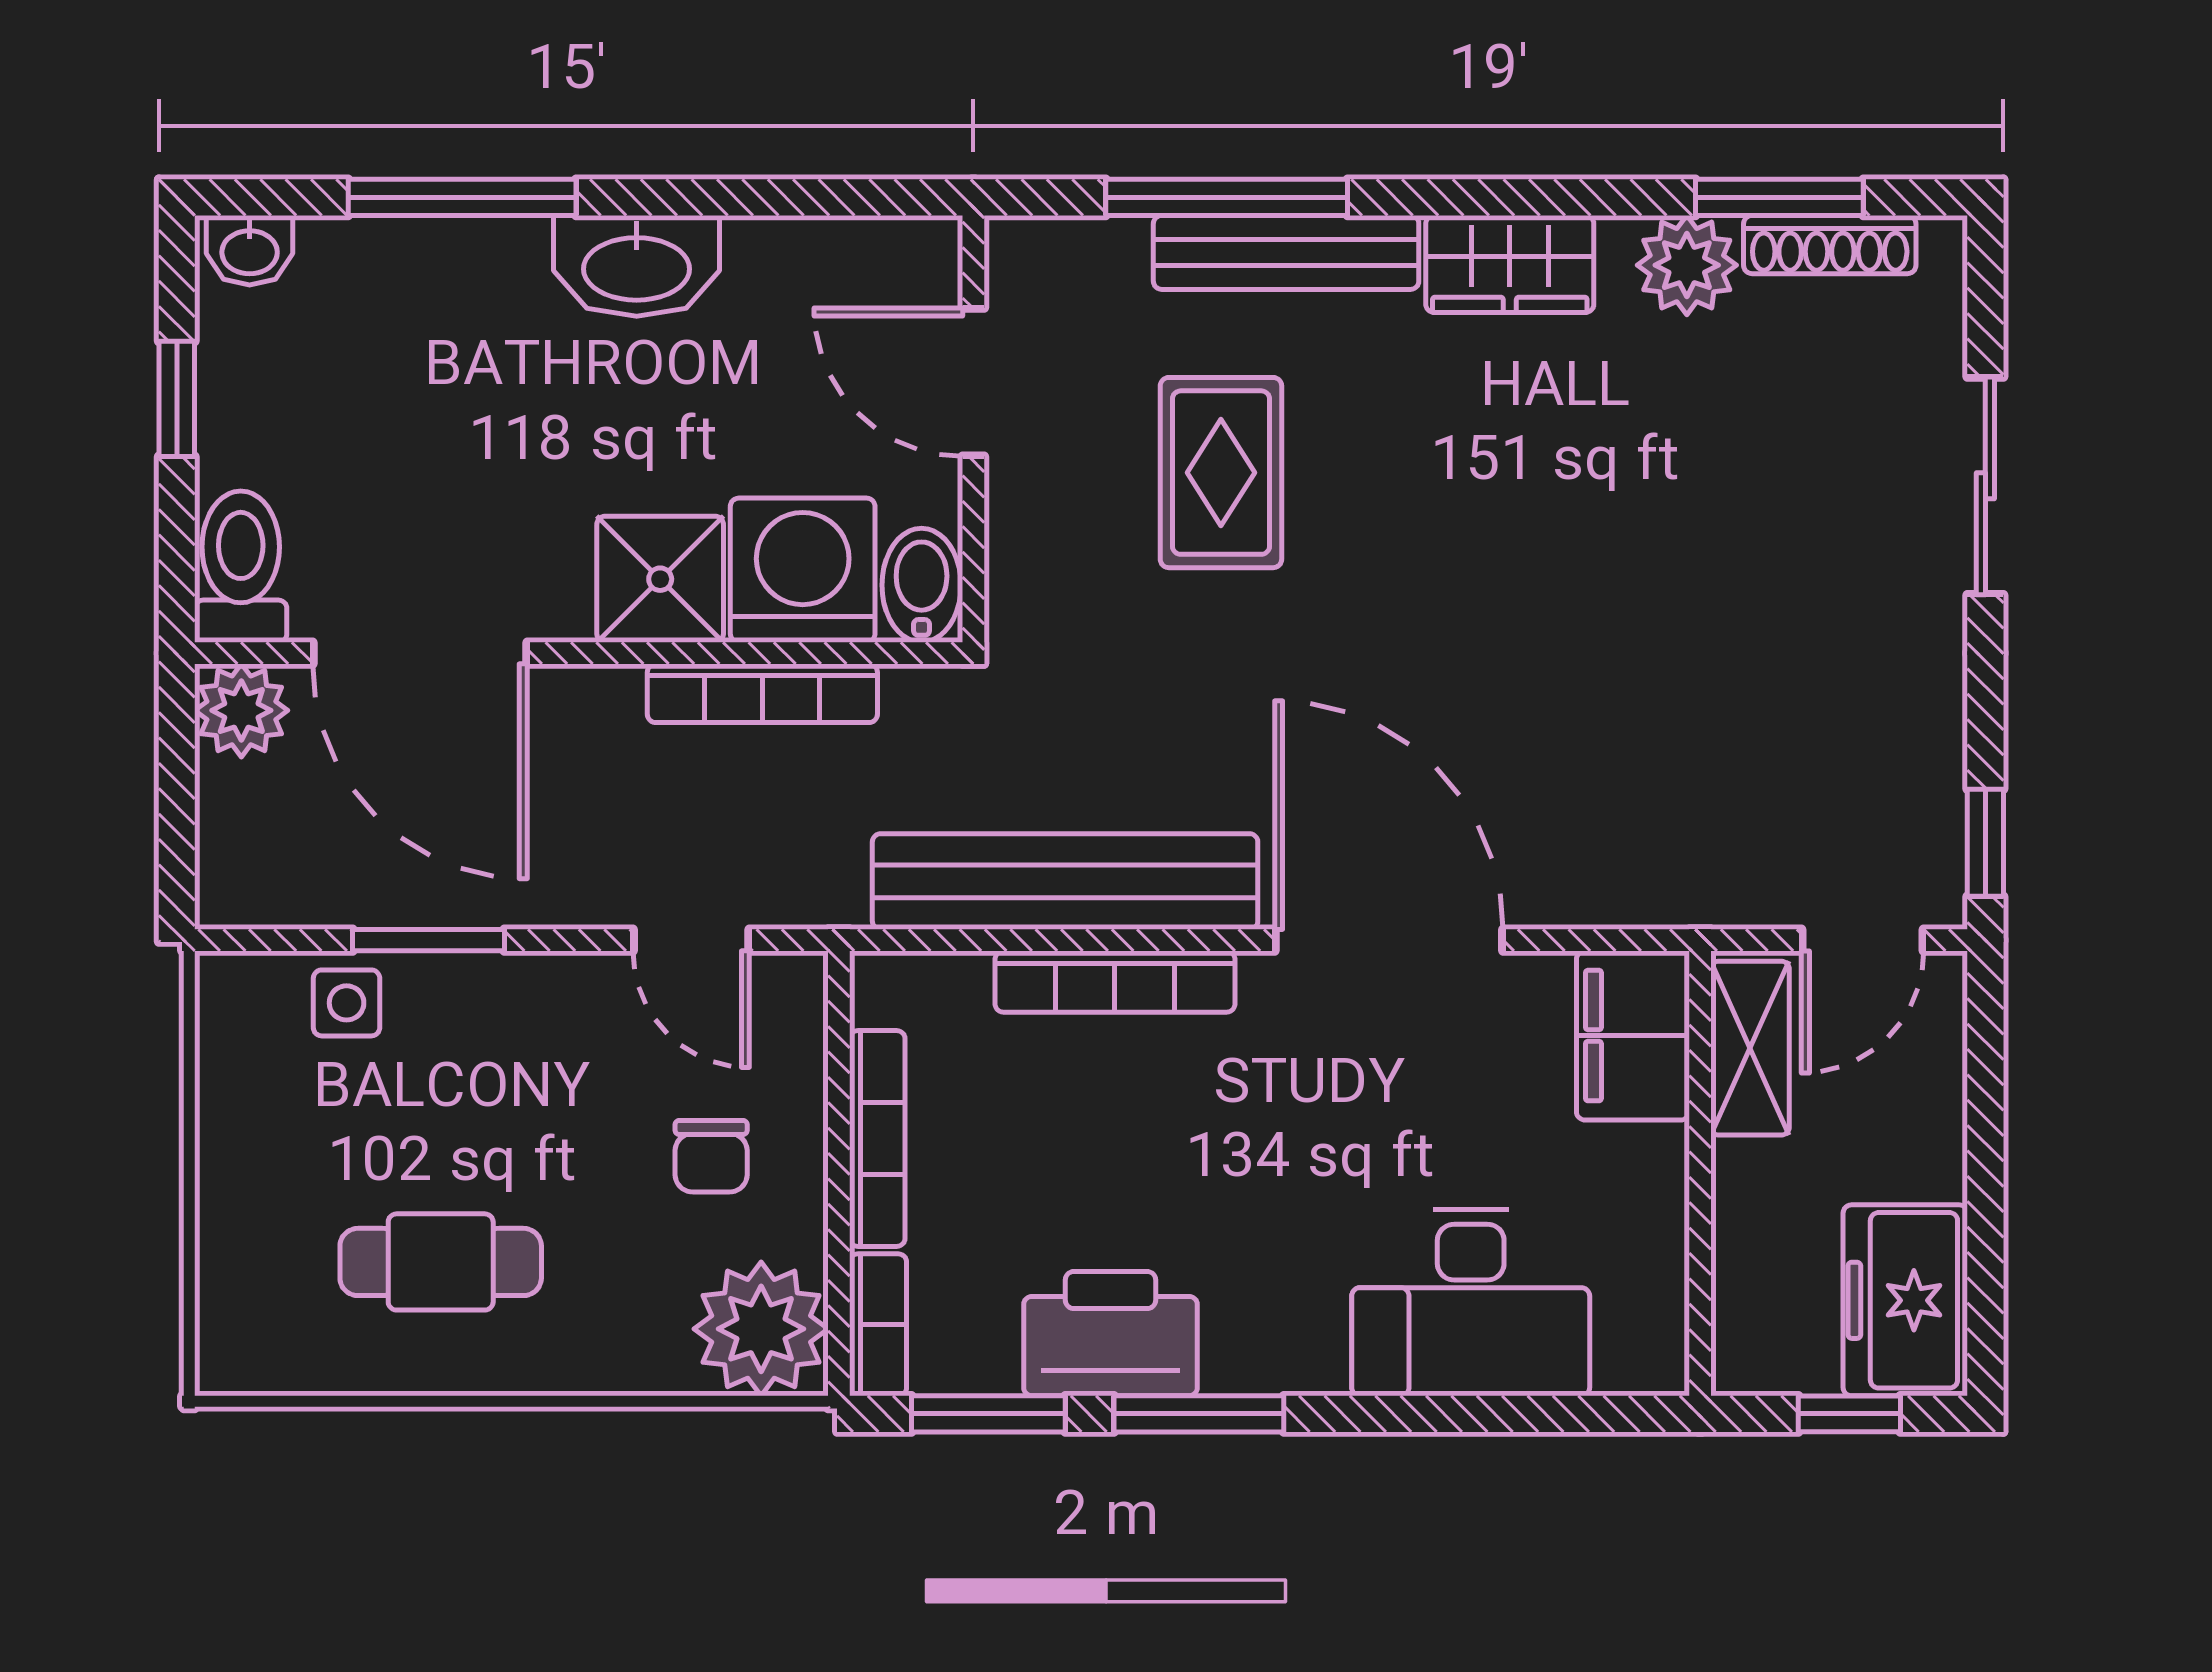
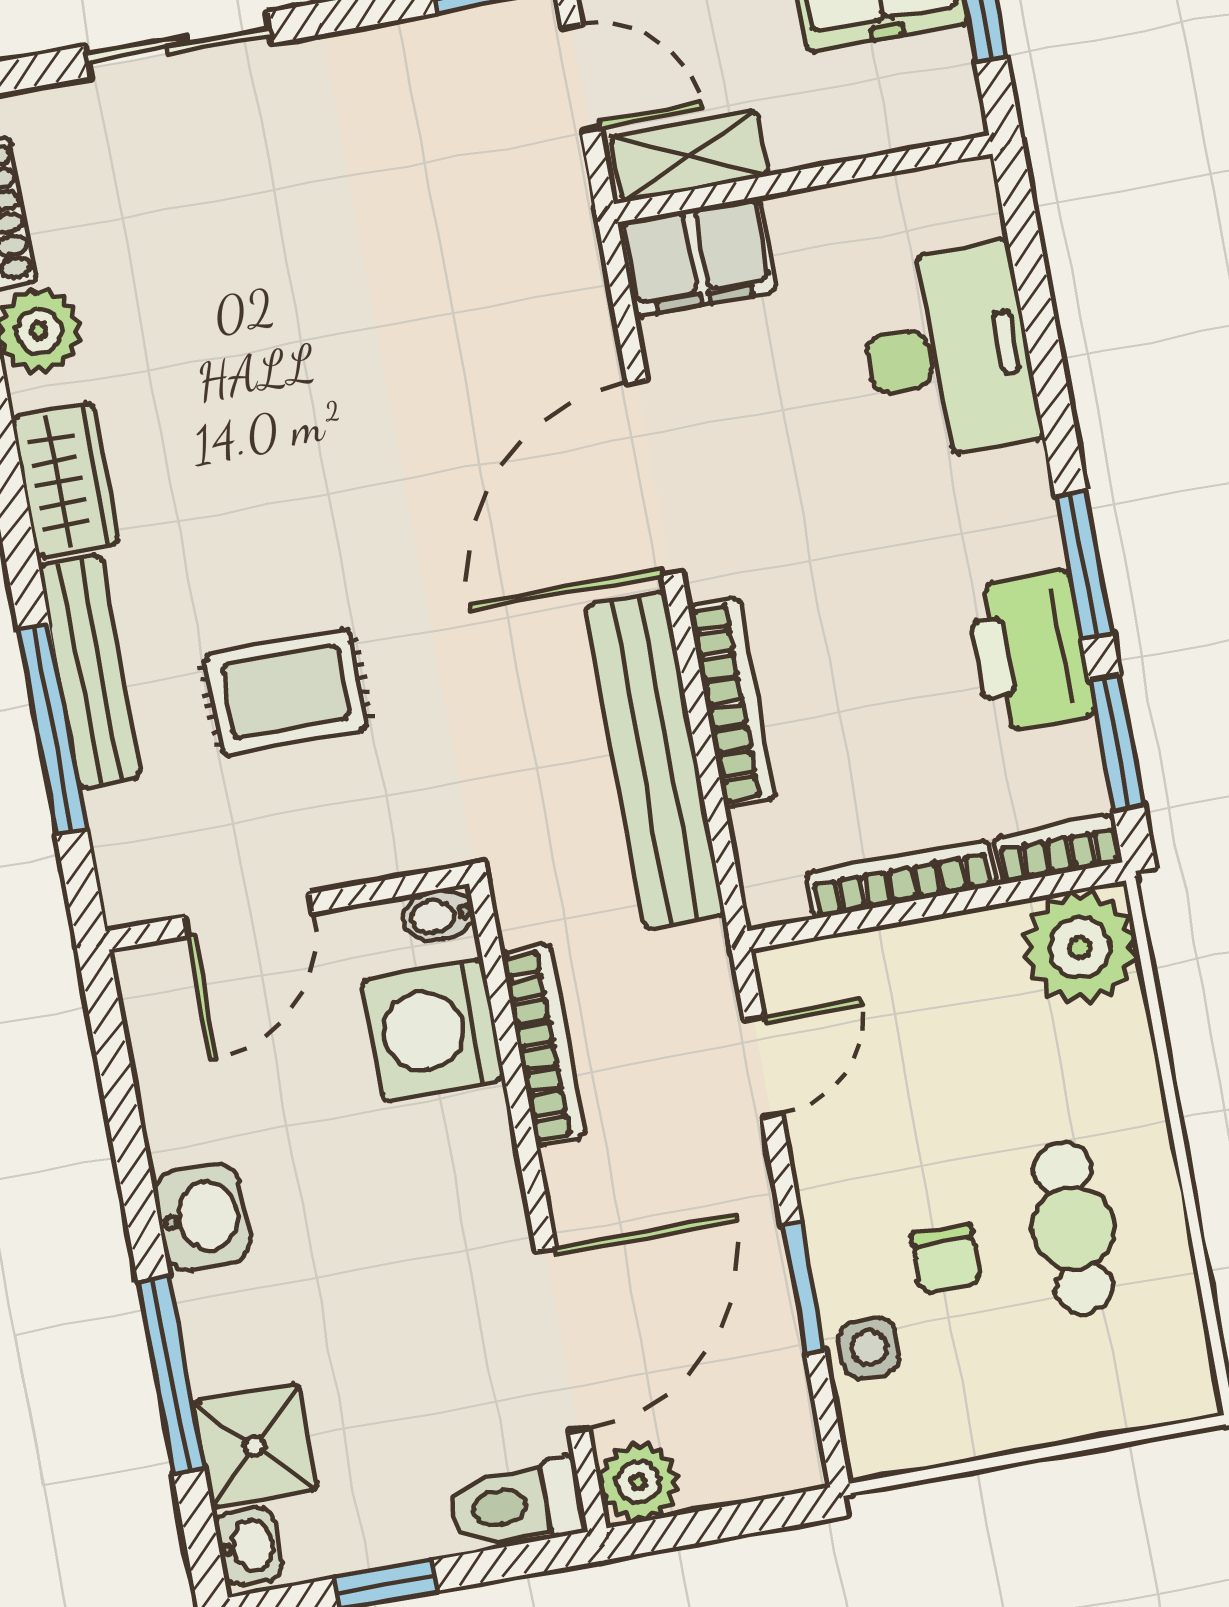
washbasin: (637, 266) -> (202, 1217), width x0.72
shower: (660, 579) -> (255, 1446), moved
bidet: (922, 585) -> (438, 916), width x0.72, depth x0.74
chair: (711, 1156) -> (946, 1259), moved, turned 90

